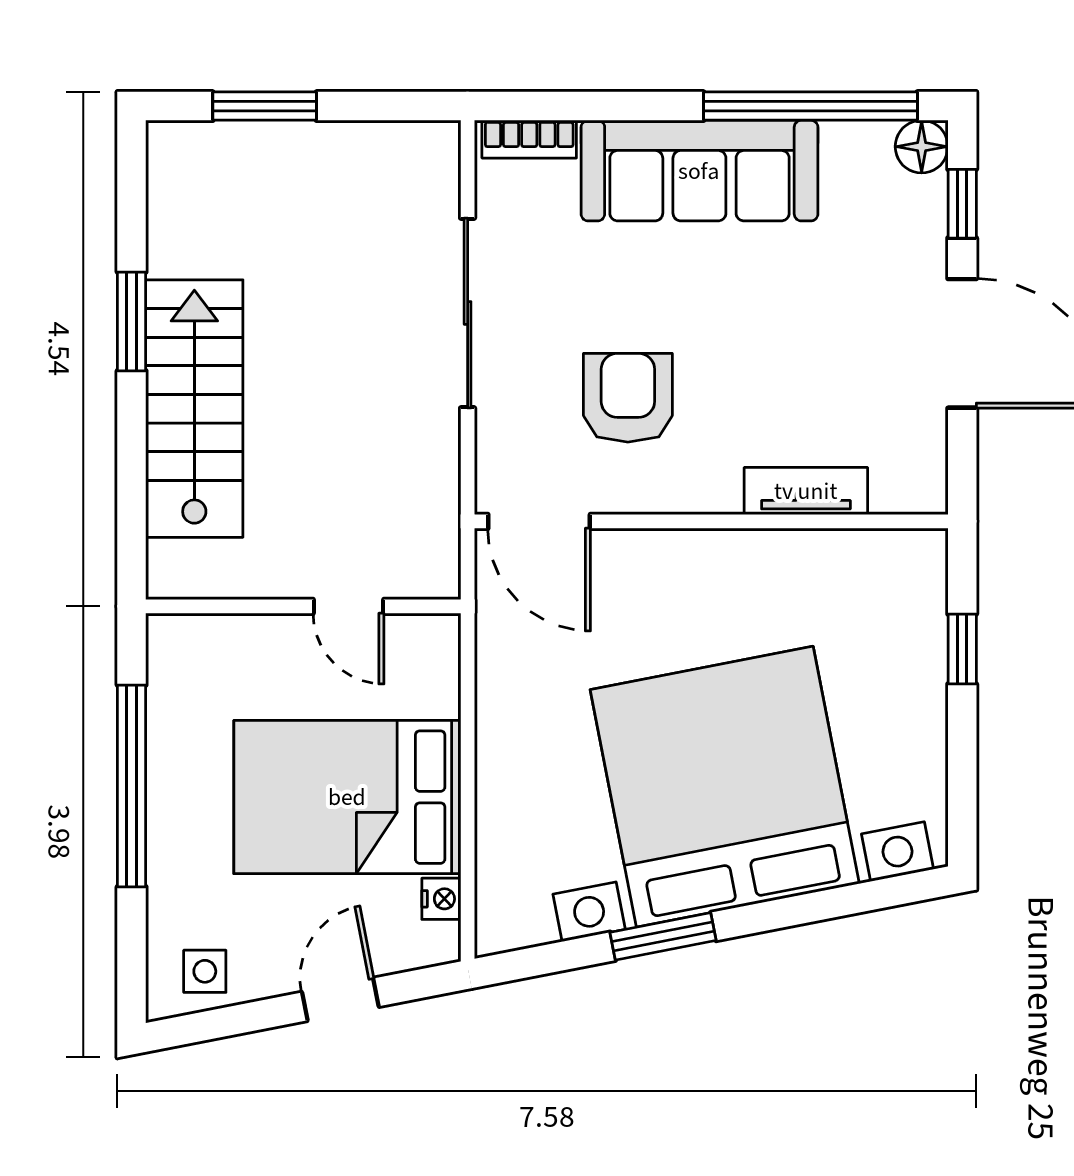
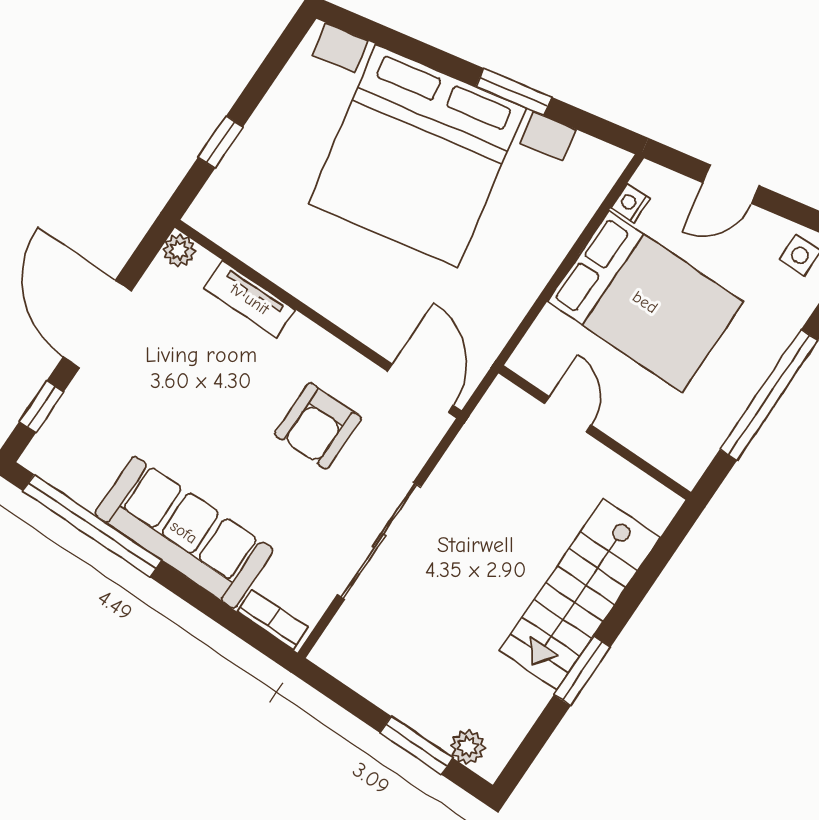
plant: (204, 144) -> (468, 747), added
floor lamp: (922, 147) -> (42, 457), removed
plant: (925, 492) -> (179, 250), added

